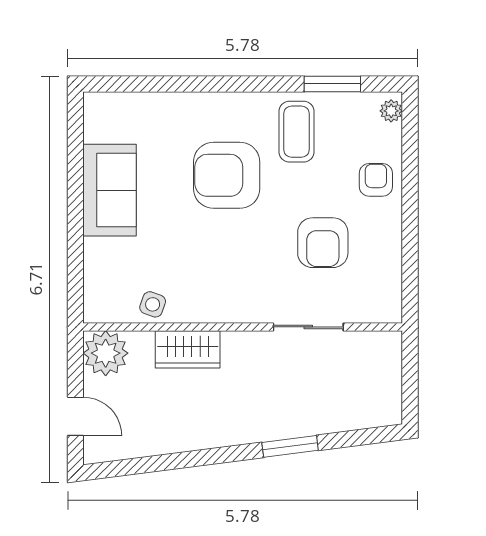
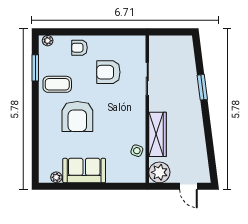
plant: (95, 130) -> (56, 177), added
armchair: (323, 243) -> (108, 72), turned 180
wardrobe: (188, 349) -> (158, 134), width x1.50
door: (75, 416) -> (189, 186), swing flipped

